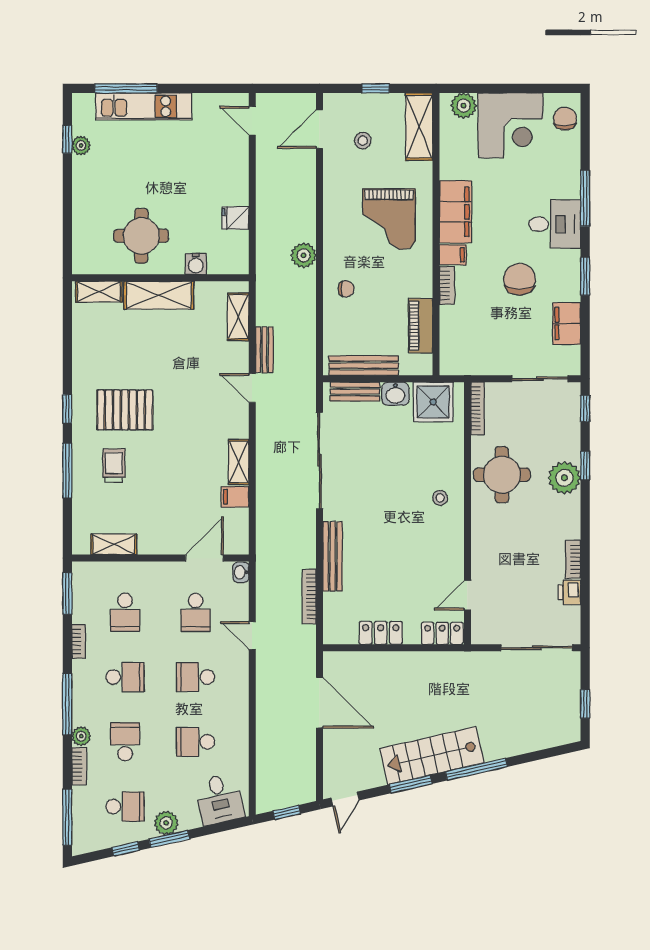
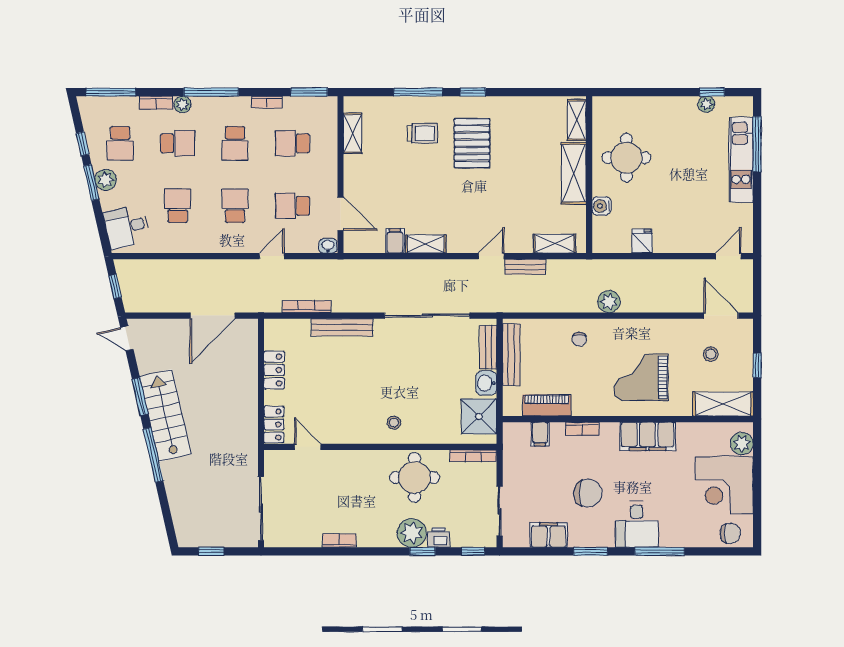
filing cabinet: (453, 255) -> (540, 434), moved
printer: (570, 592) -> (439, 537), moved

